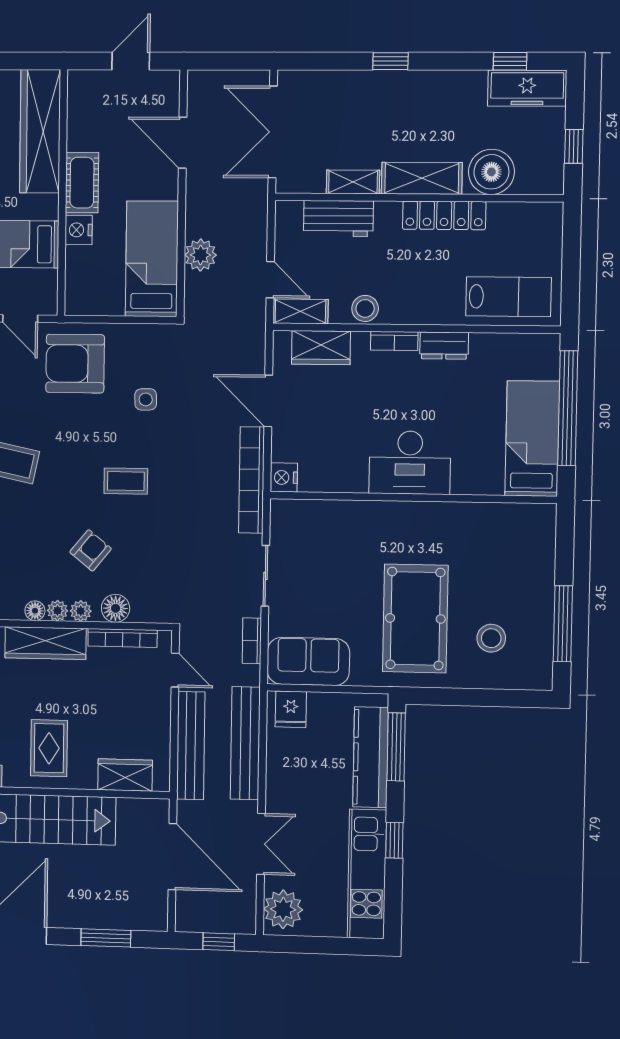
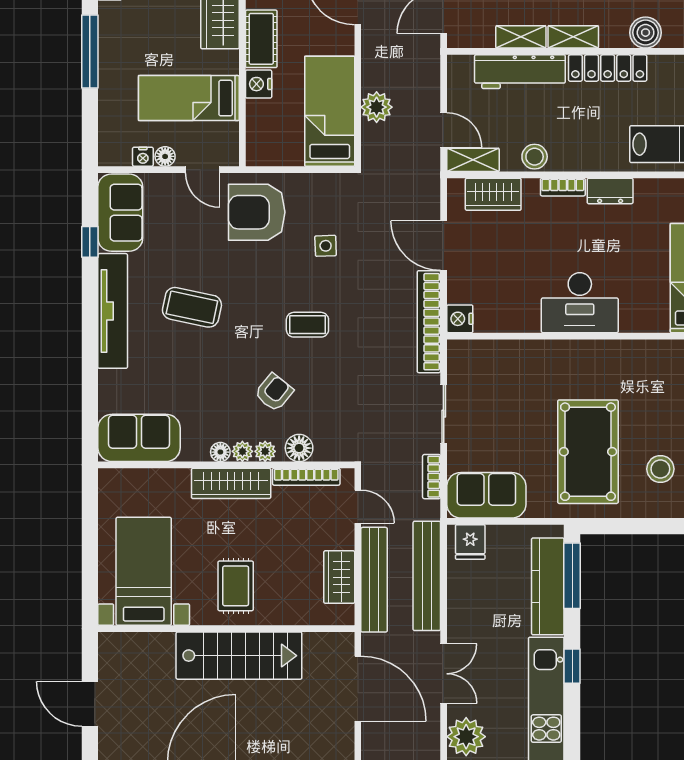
boiler: (491, 172) -> (646, 33), width x0.73, depth x0.73
shelving: (422, 178) -> (573, 37), width x0.67, depth x0.75
workbench: (338, 219) -> (520, 72), width x1.38
wardrobe: (125, 775) -> (339, 577), moved, turned -90

